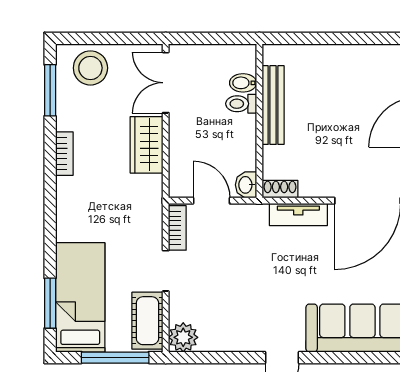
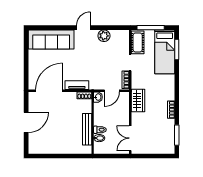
stool: (90, 68) -> (161, 144), removed
double door: (166, 83) -> (130, 138), swing flipped
wardrobe: (147, 145) -> (138, 100), moved
door: (212, 201) -> (112, 91), hinge flipped
plant: (183, 337) -> (104, 36), moved

